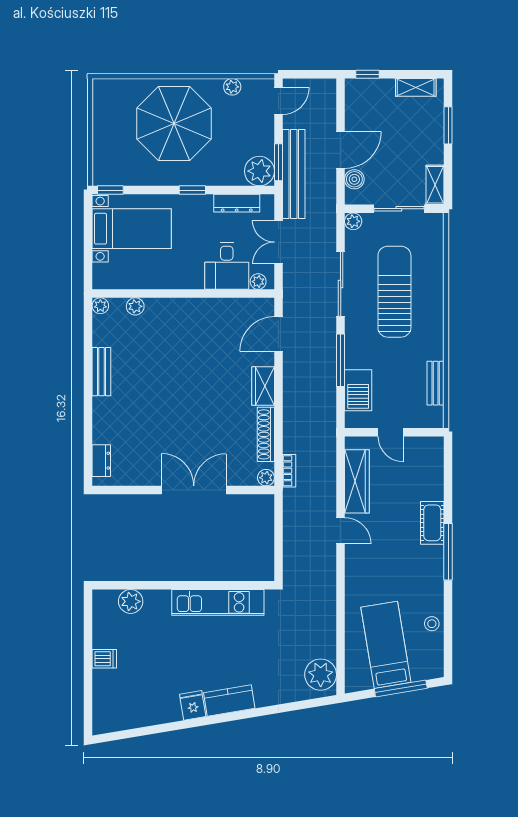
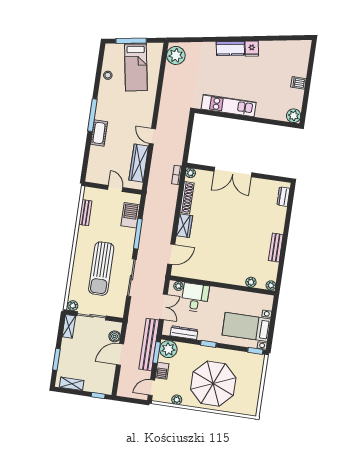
barbecue: (265, 133) -> (162, 371), added
plant: (353, 221) -> (73, 306), moved
plant: (131, 601) -> (294, 116), moved

